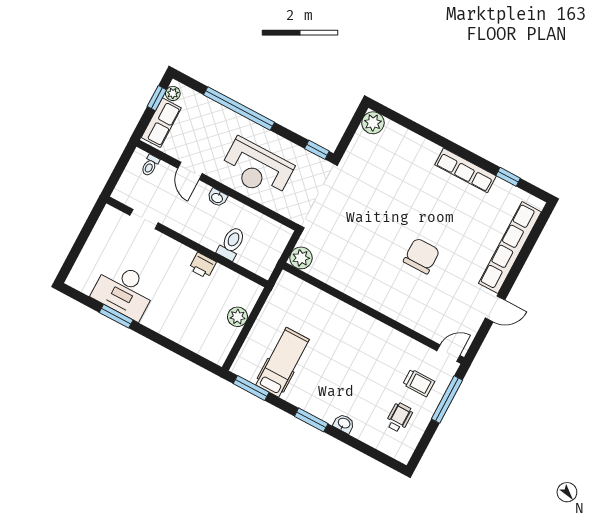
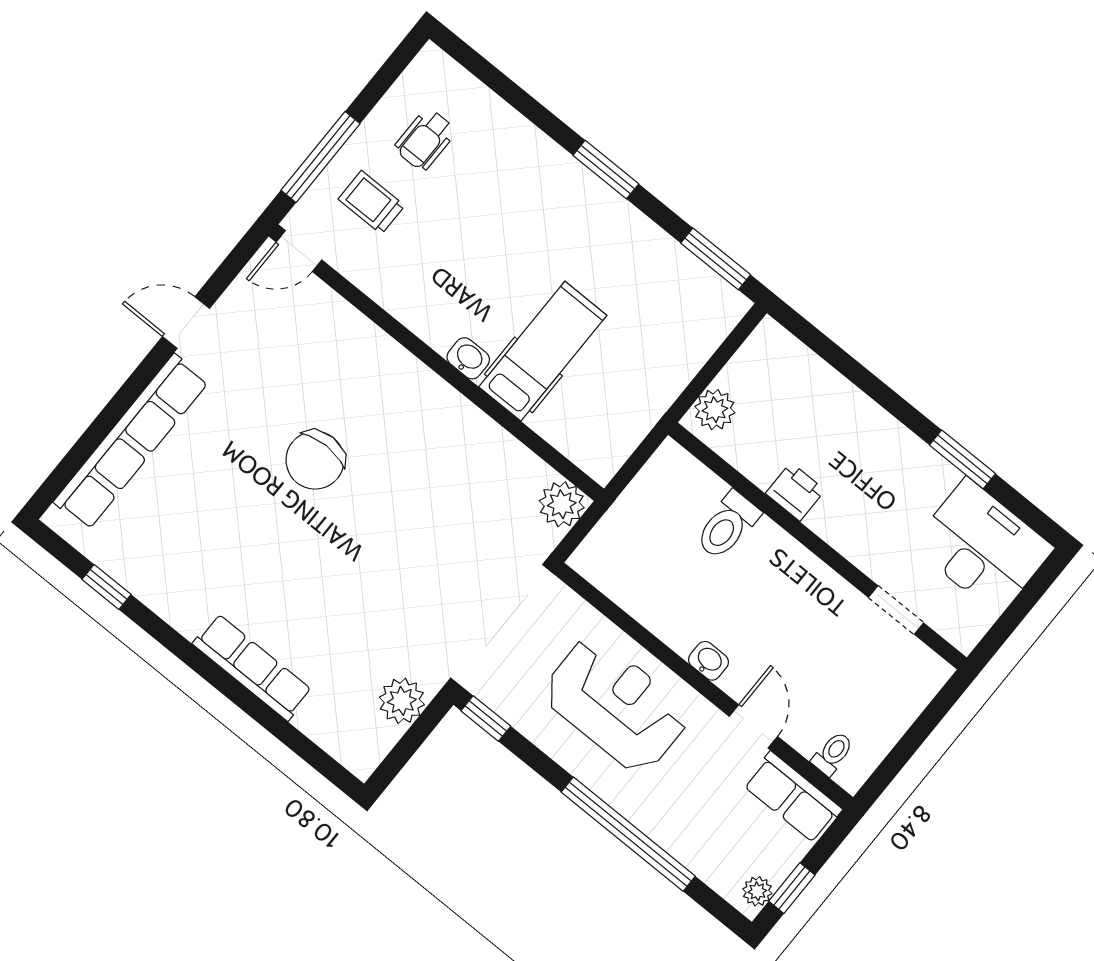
row of seats: (161, 123) -> (793, 797), moved, turned -90
plant: (373, 123) -> (402, 701), moved
row of seats: (466, 170) -> (253, 667), moved
doorway: (144, 219) -> (896, 610), moved
wall: (187, 242) -> (817, 546), moved
toilet: (231, 243) -> (727, 525), moved
printer: (203, 265) -> (795, 492), moved
desk: (124, 291) -> (982, 547), moved
hospital bed: (283, 362) -> (543, 351), moved, turned 180
washbasin: (344, 423) -> (468, 358), moved, turned 180

